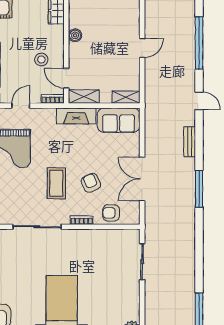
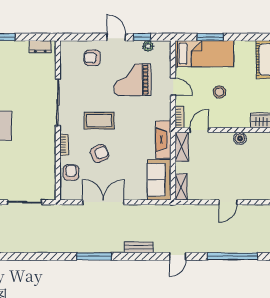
door: (142, 48) -> (228, 202), hinge flipped
stool: (41, 59) -> (219, 92), moved

